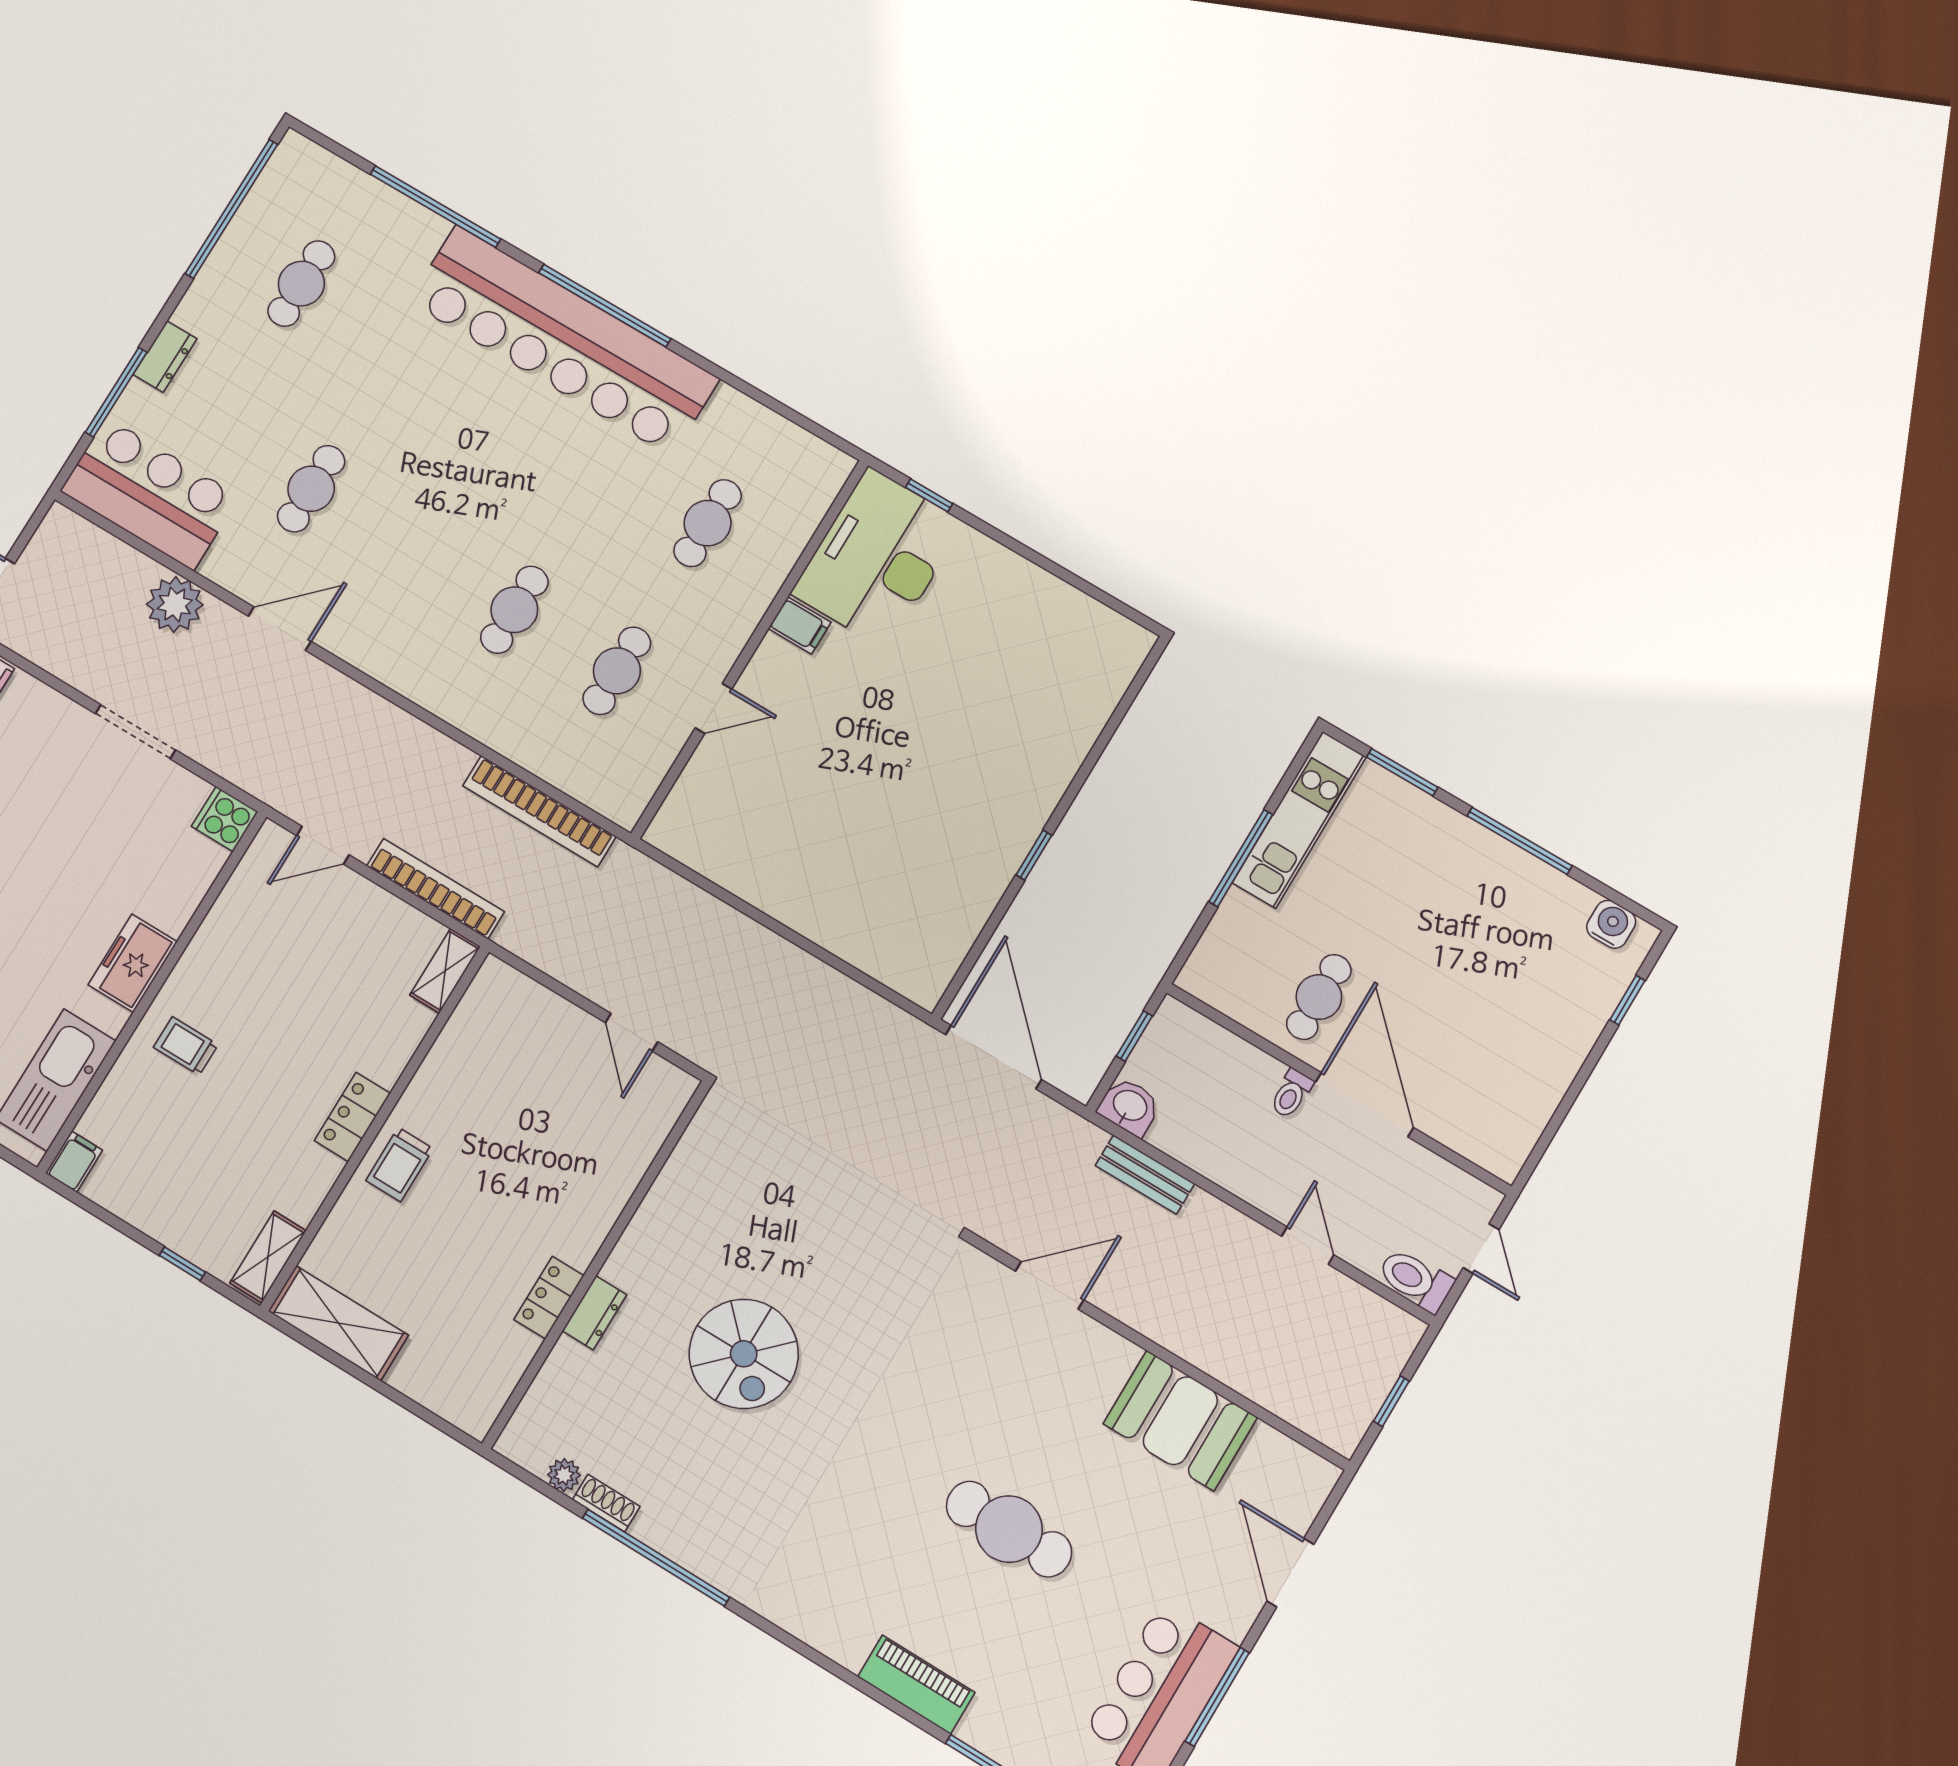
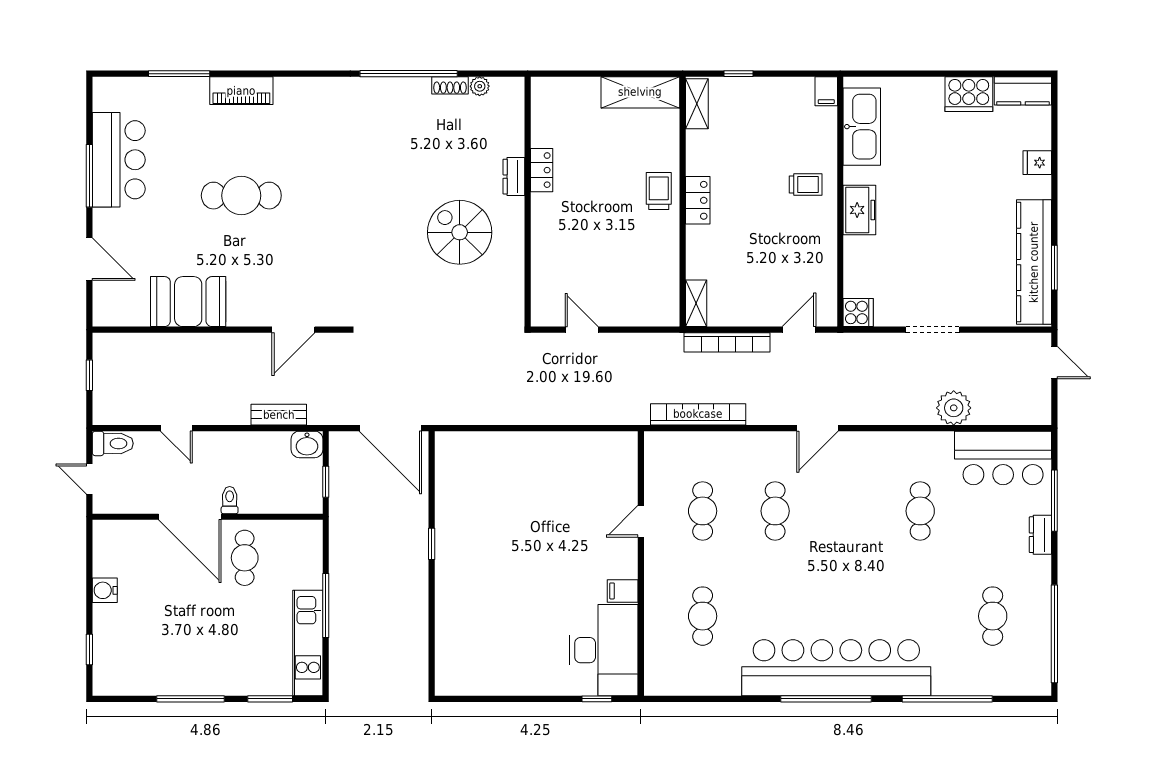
door: (280, 629) -> (817, 428), moved
water cooler: (1611, 924) -> (105, 590), moved, turned 90
spiral stairs: (744, 1354) -> (460, 232), moved

